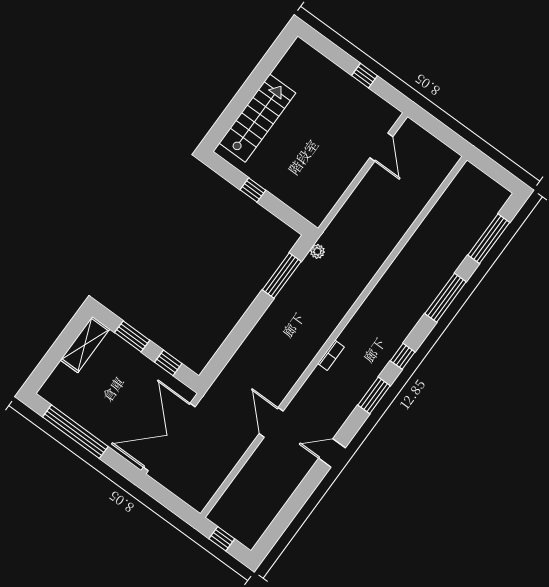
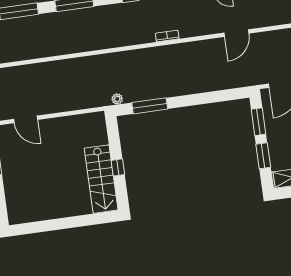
stairs: (257, 118) -> (101, 179), moved, turned -90
door: (381, 147) -> (26, 119), swing flipped
window: (168, 363) -> (258, 122), width x1.50

